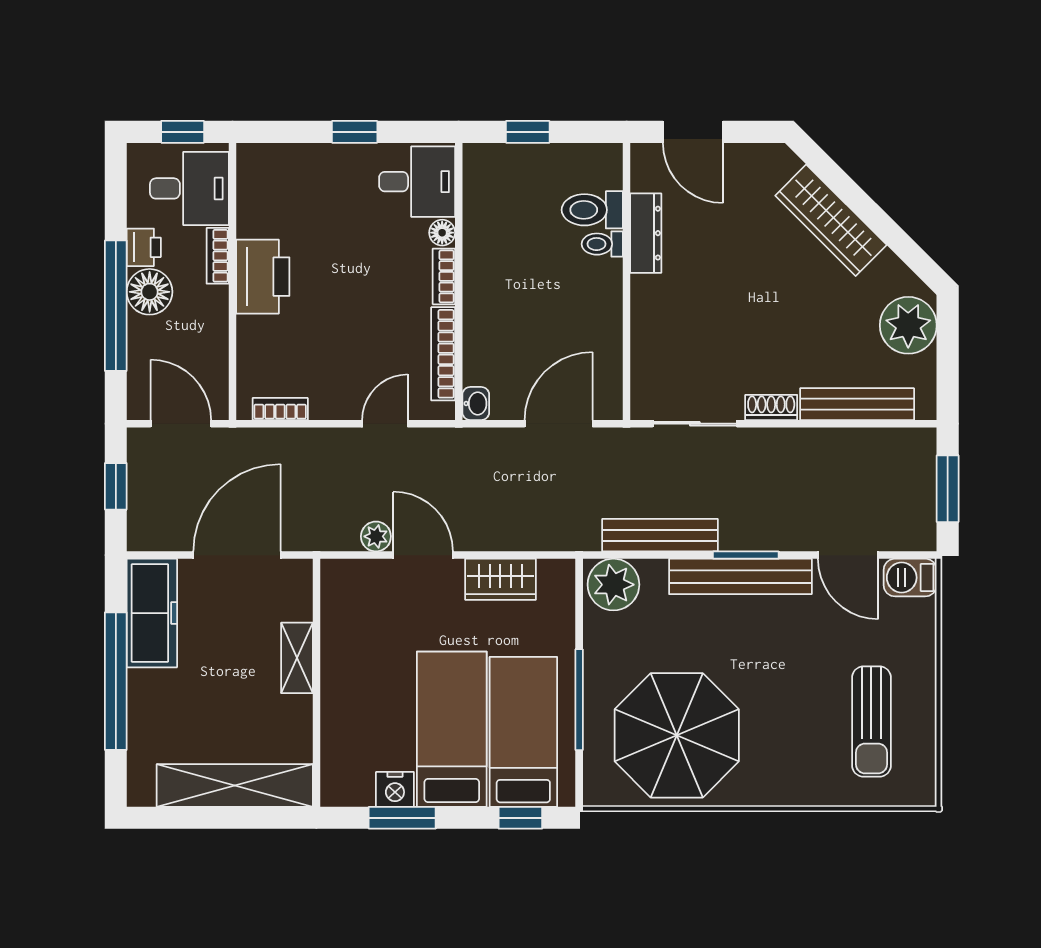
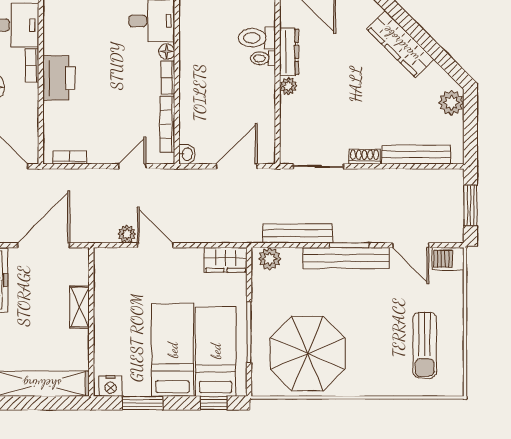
plant: (645, 290) -> (288, 86), added
plant: (908, 325) -> (451, 103), width x0.73, depth x0.73
wardrobe: (500, 579) -> (226, 260), moved
plant: (613, 585) -> (270, 259), width x0.73, depth x0.73
nightstand: (395, 789) -> (110, 386), moved

